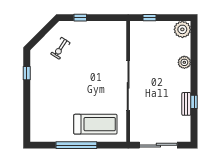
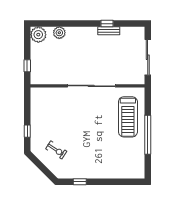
plant: (184, 62) -> (59, 33), moved
treadmill: (95, 124) -> (128, 117), turned 180

